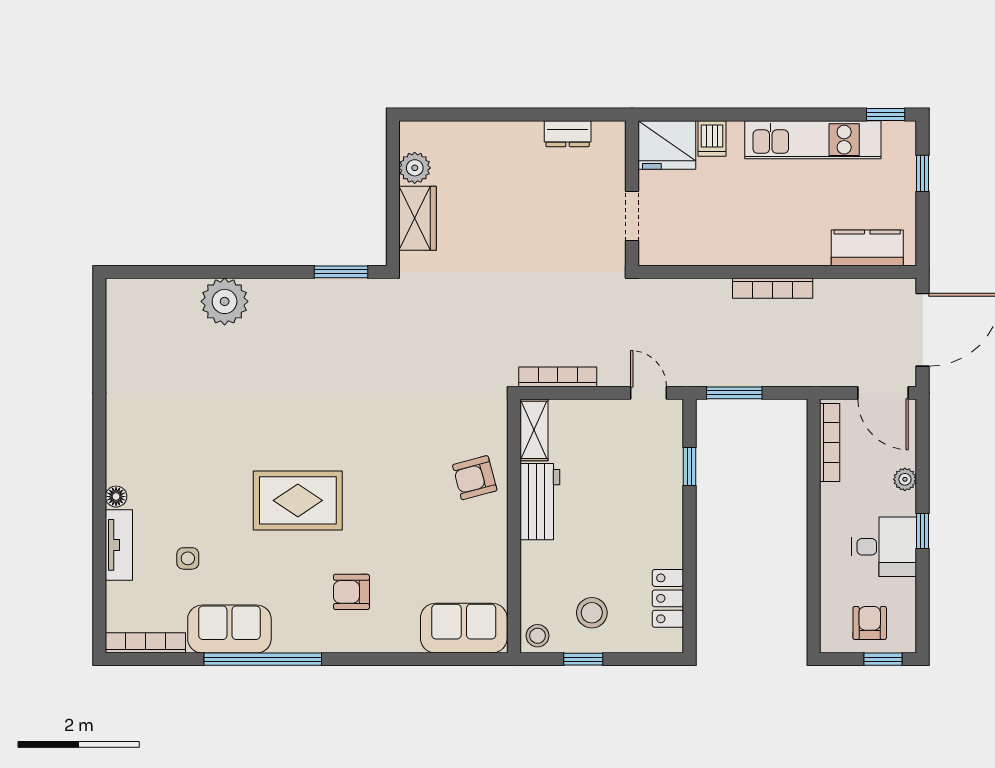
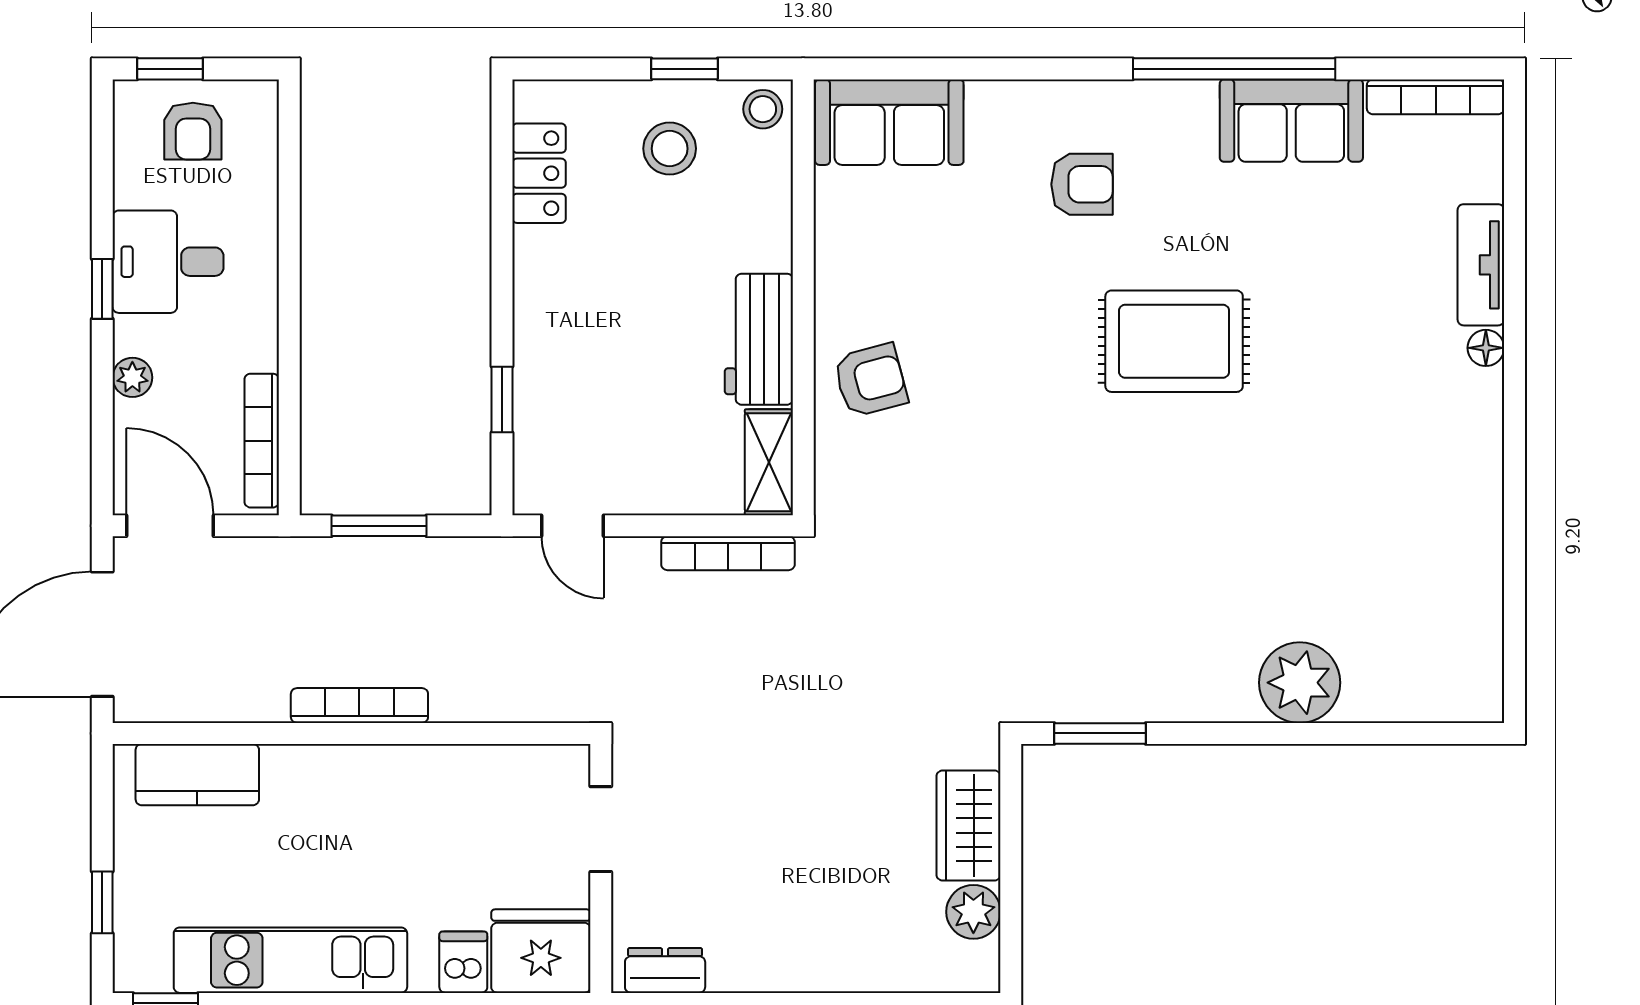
dresser: (568, 134) -> (665, 970), moved
window: (734, 393) -> (379, 526), moved
side table: (188, 558) -> (1363, 242), removed

